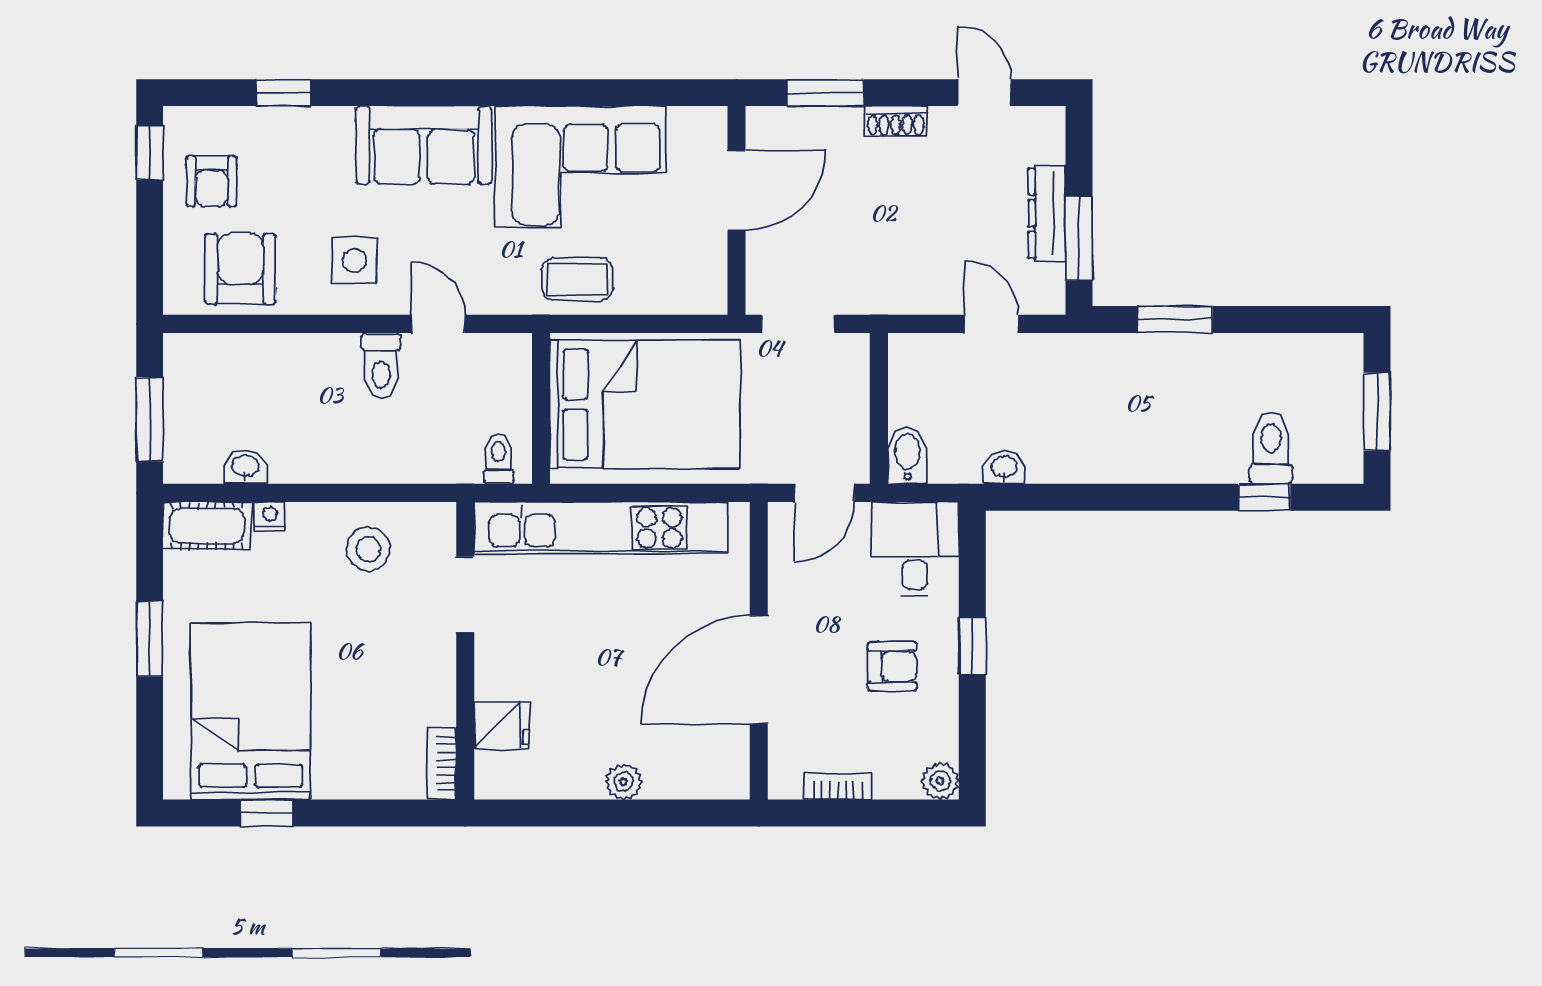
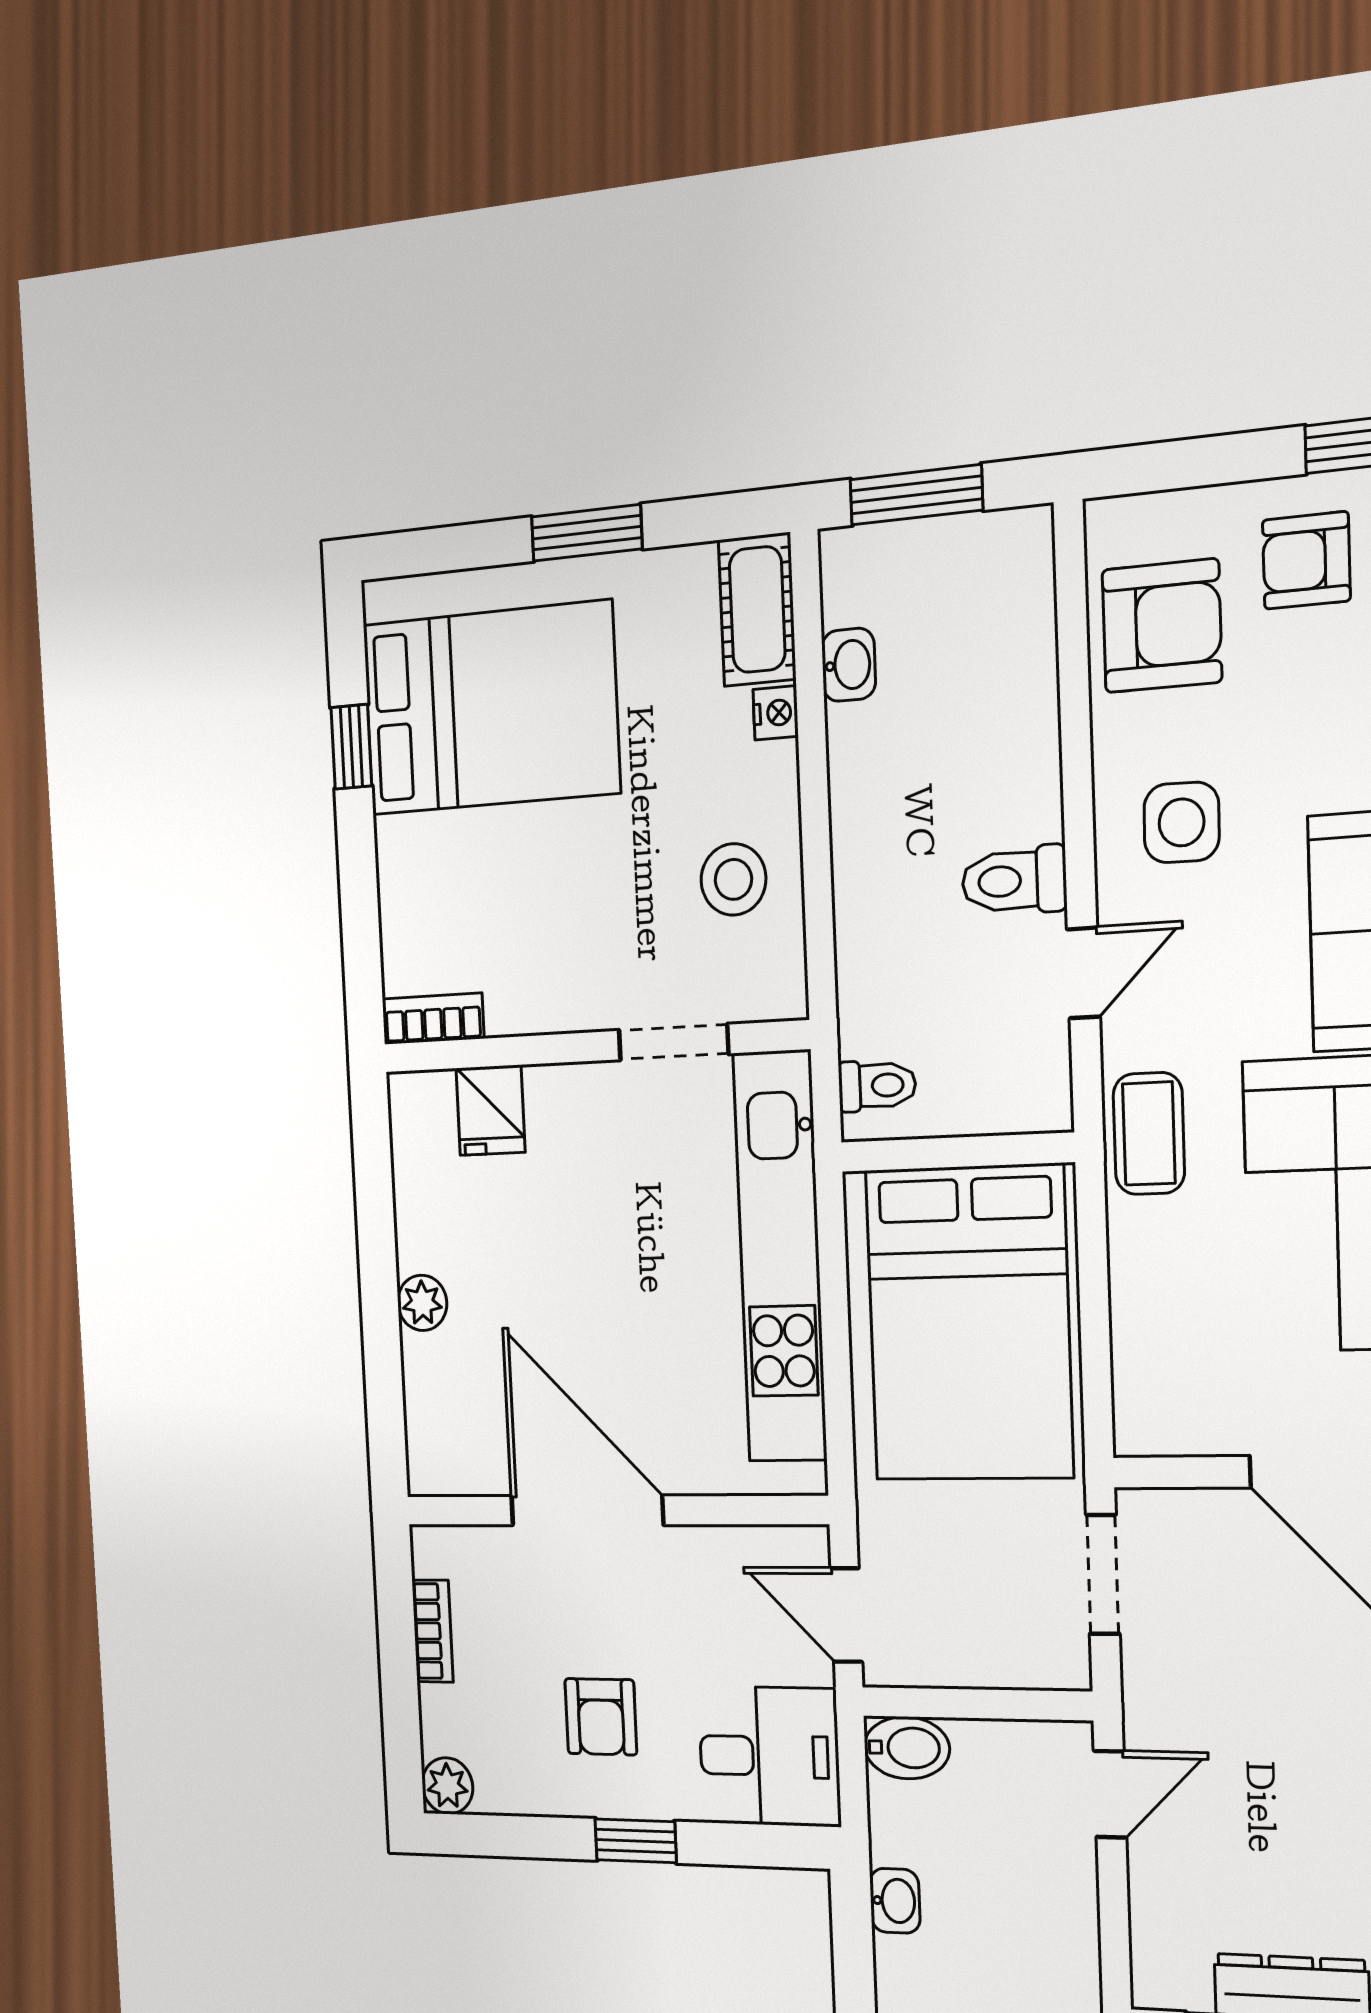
coffee table: (577, 279) -> (1149, 1134), moved
door: (991, 324) -> (1110, 1794), moved

